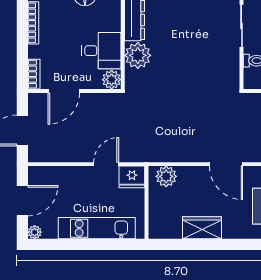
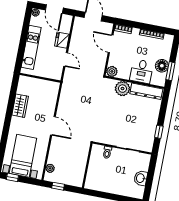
desk: (101, 51) -> (142, 71), moved
door: (226, 164) -> (53, 126), swing flipped
plant: (166, 176) -> (52, 91), removed
fridge: (132, 177) -> (62, 40), moved

